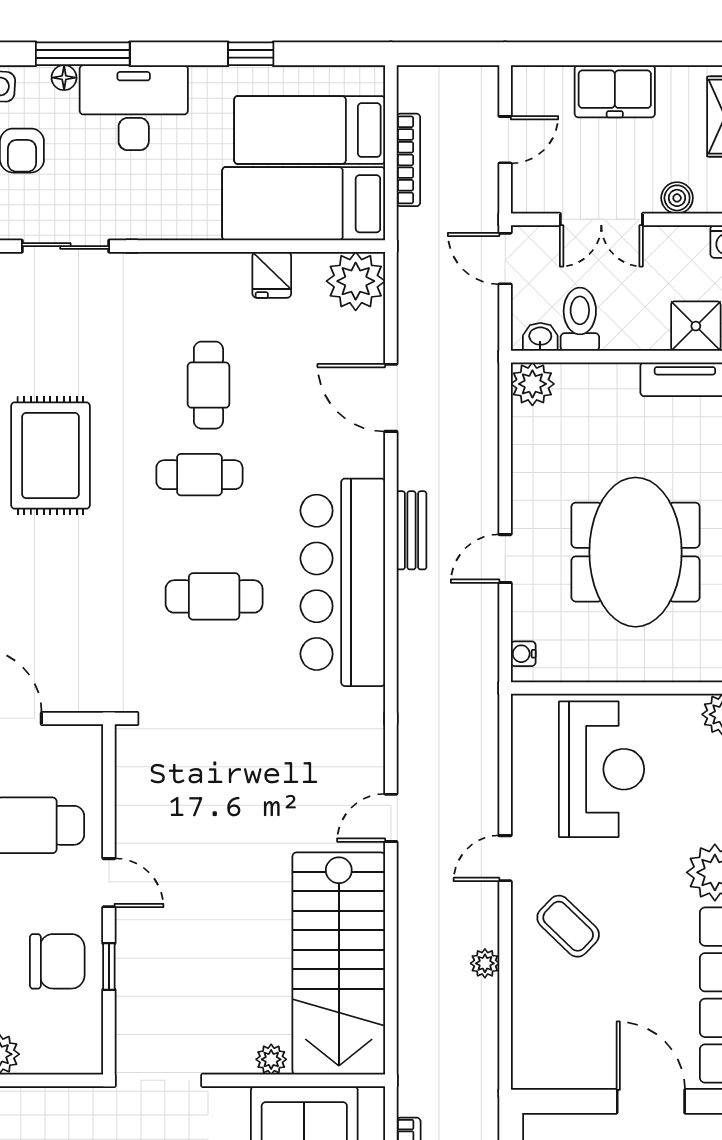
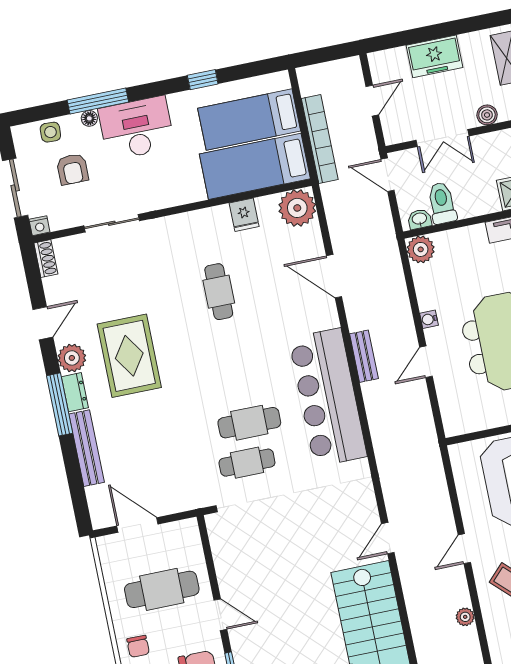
bookcase: (408, 160) -> (320, 139), width x1.48, depth x1.31
cafe table: (199, 475) -> (247, 463), moved
water cooler: (523, 654) -> (429, 319), moved

